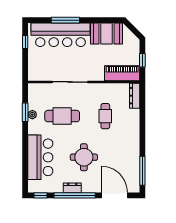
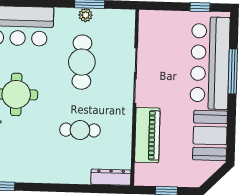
piano: (122, 73) -> (147, 135), moved

